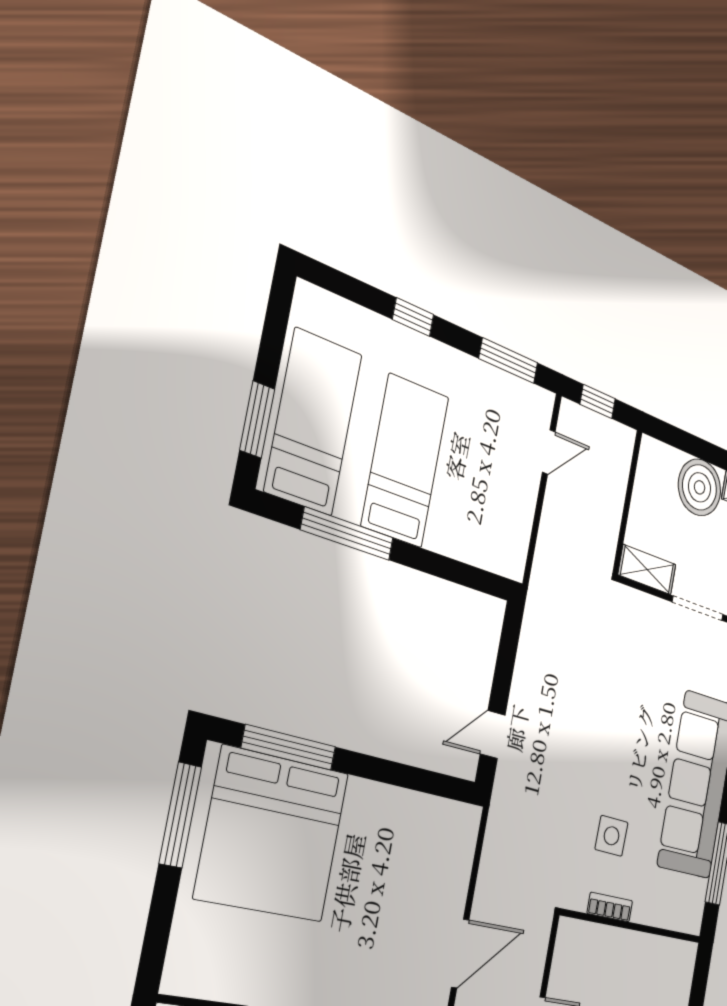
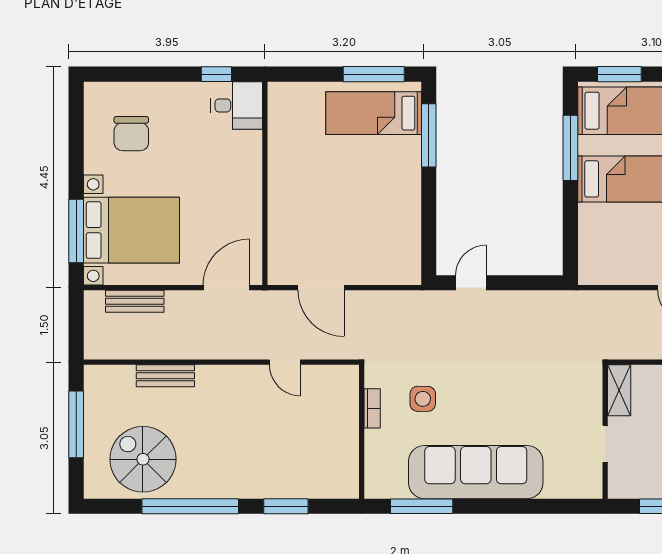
doorway: (698, 608) -> (605, 444), width x0.73
door: (493, 735) -> (471, 283), hinge flipped
bed: (272, 835) -> (374, 113), width x0.49

